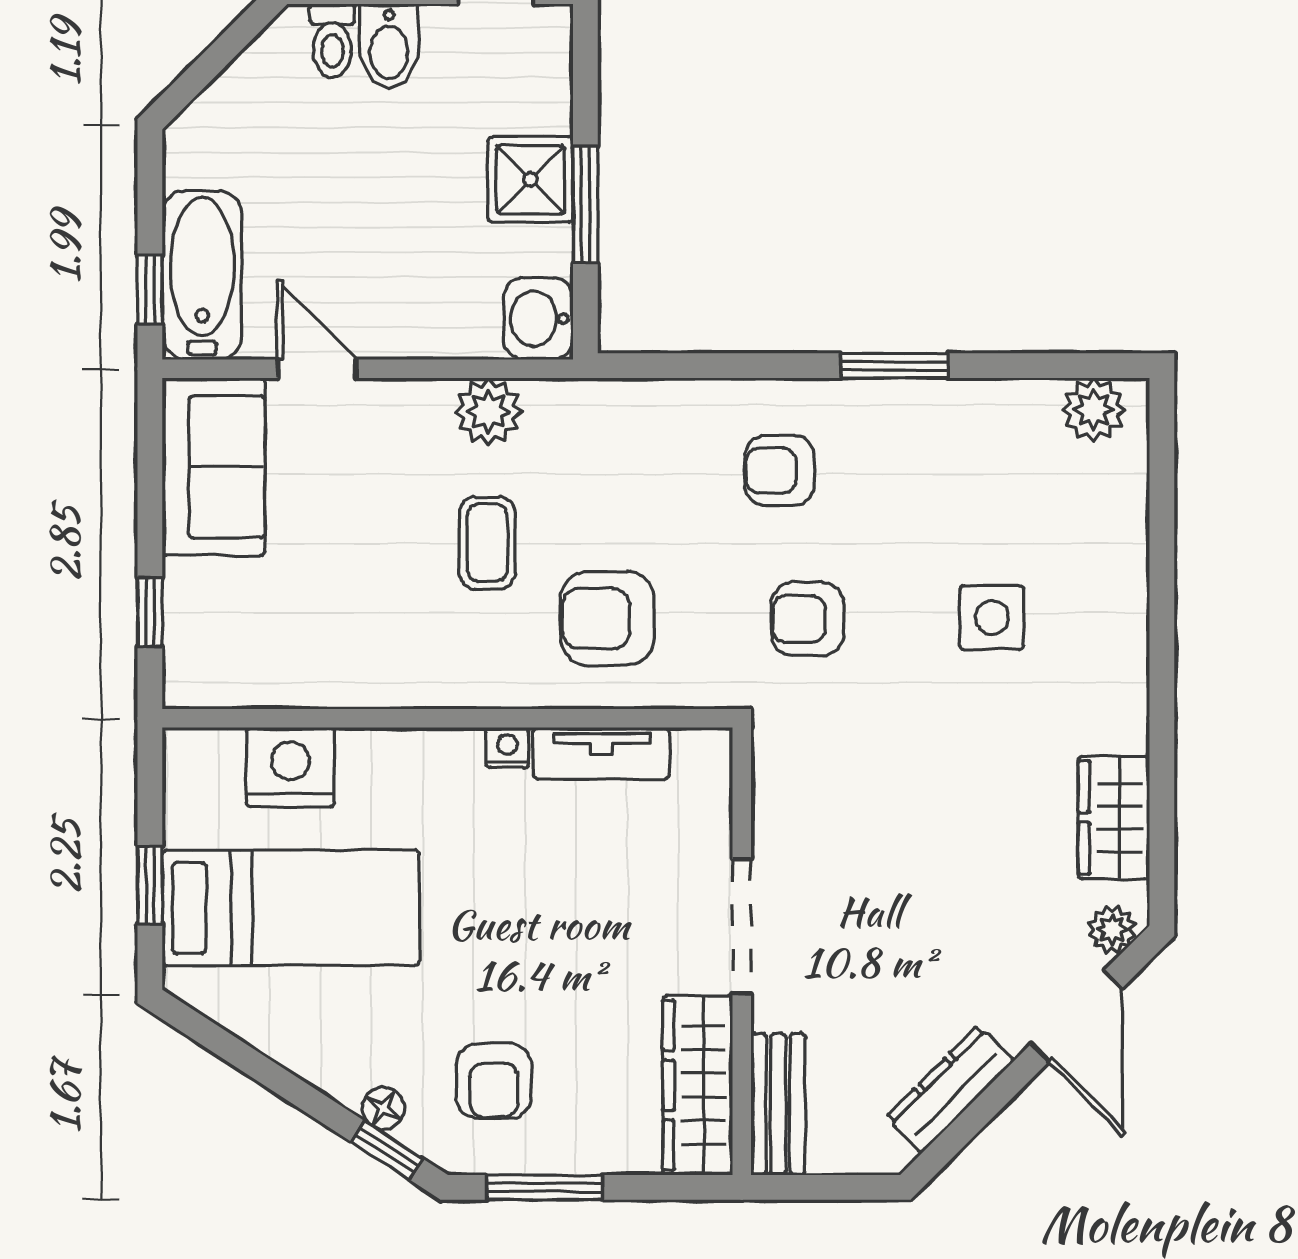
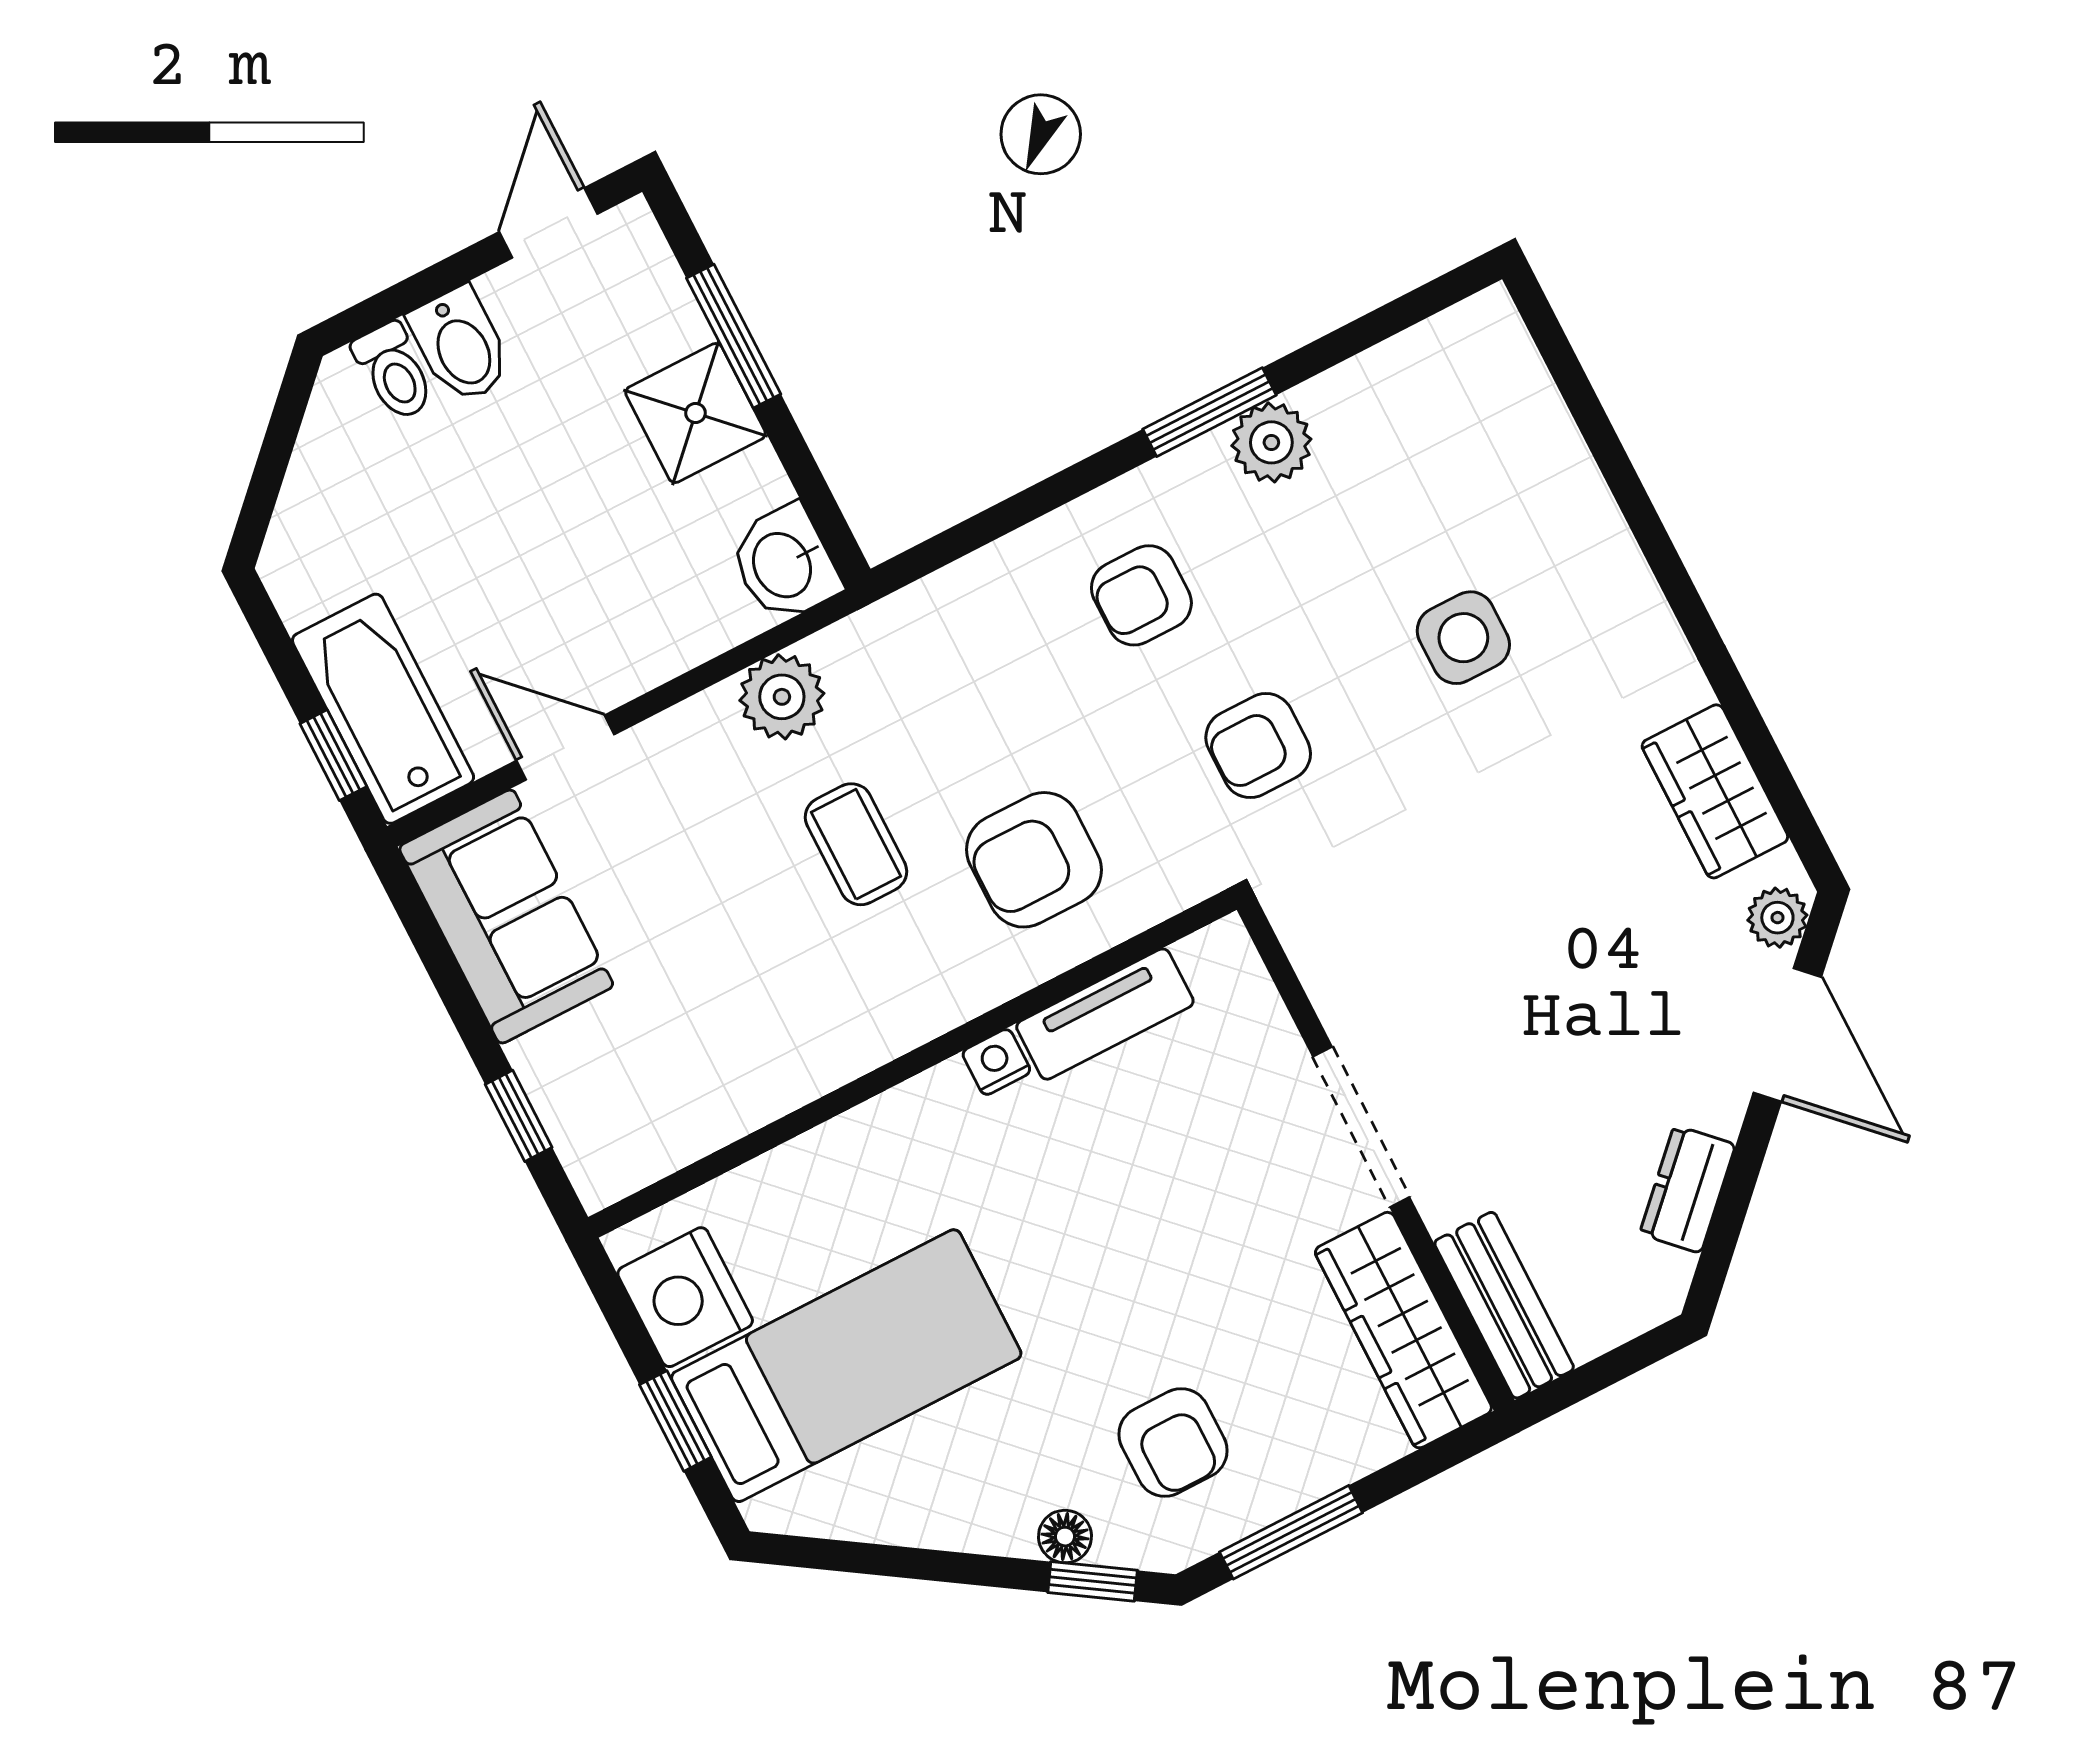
window: (585, 204) -> (734, 336), moved
plant: (1094, 410) -> (1271, 442), moved
nightstand: (290, 767) -> (685, 1297), moved, turned -90
dresser: (950, 1089) -> (1688, 1189), width x0.70

